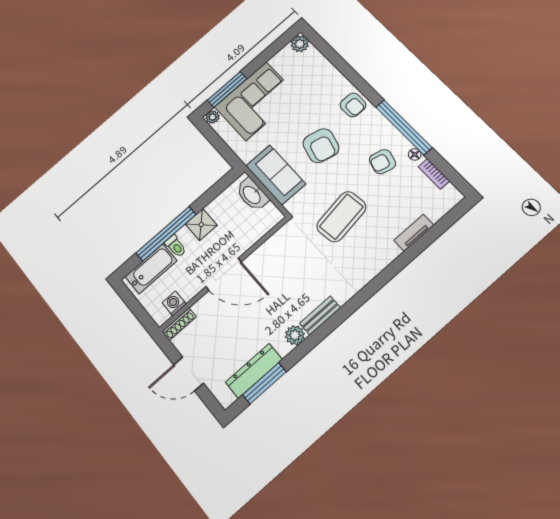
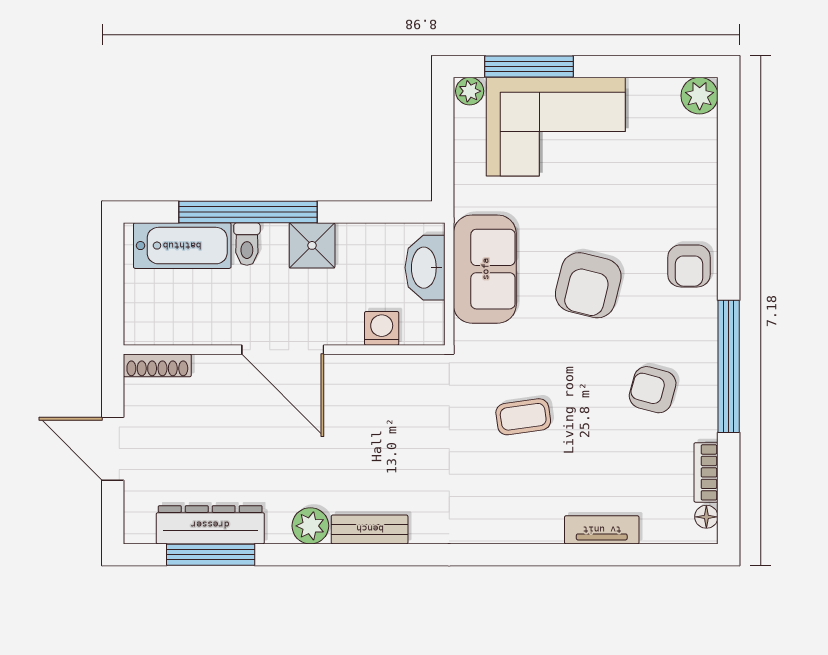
floor lamp: (415, 154) -> (706, 517), moved
coffee table: (341, 217) -> (523, 417), width x0.54, depth x0.58
washing machine: (174, 303) -> (382, 328), moved

